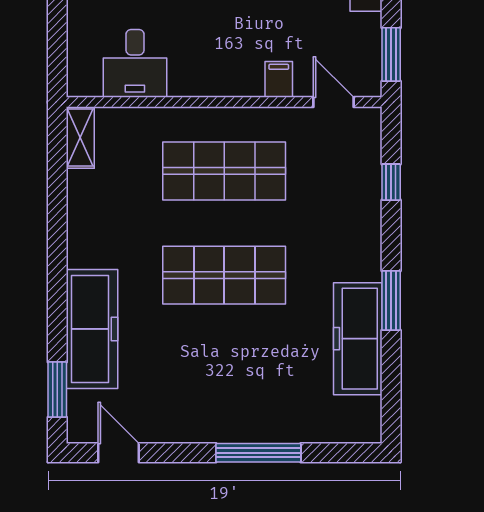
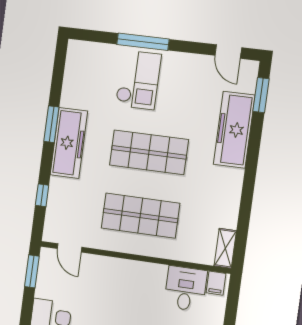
filing cabinet: (279, 79) -> (216, 283), moved
freezer: (358, 339) -> (69, 143), moved
checkout: (257, 390) -> (138, 80), added

